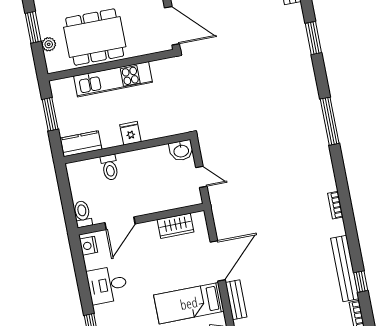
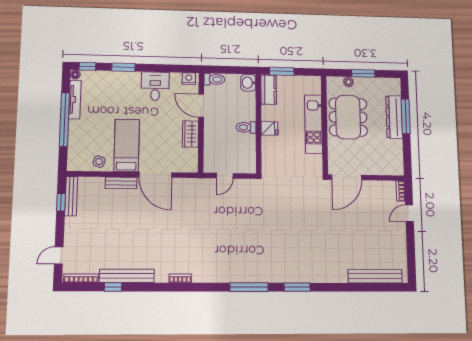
window: (313, 38) -> (297, 287), moved
window: (50, 114) -> (282, 71), moved
washbasin: (181, 151) -> (248, 83), moved
toilet: (110, 167) -> (246, 127), moved
wardrobe: (176, 226) -> (190, 134), moved

